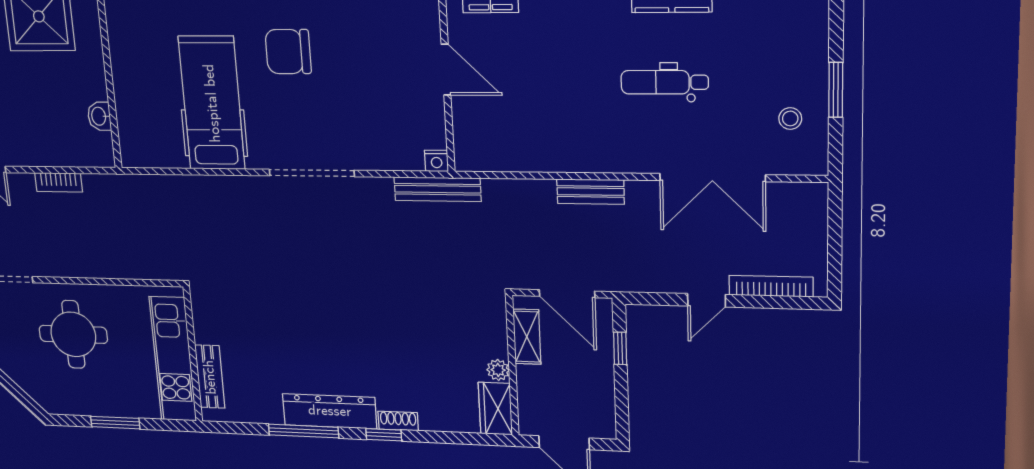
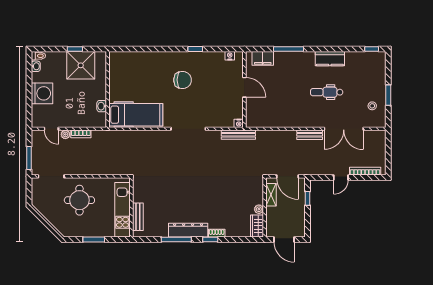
chair: (288, 52) -> (183, 80), turned 180
hospital bed: (212, 103) -> (136, 115), moved, turned 90
plant: (24, 183) -> (65, 134), added
bench: (590, 192) -> (310, 135), moved

